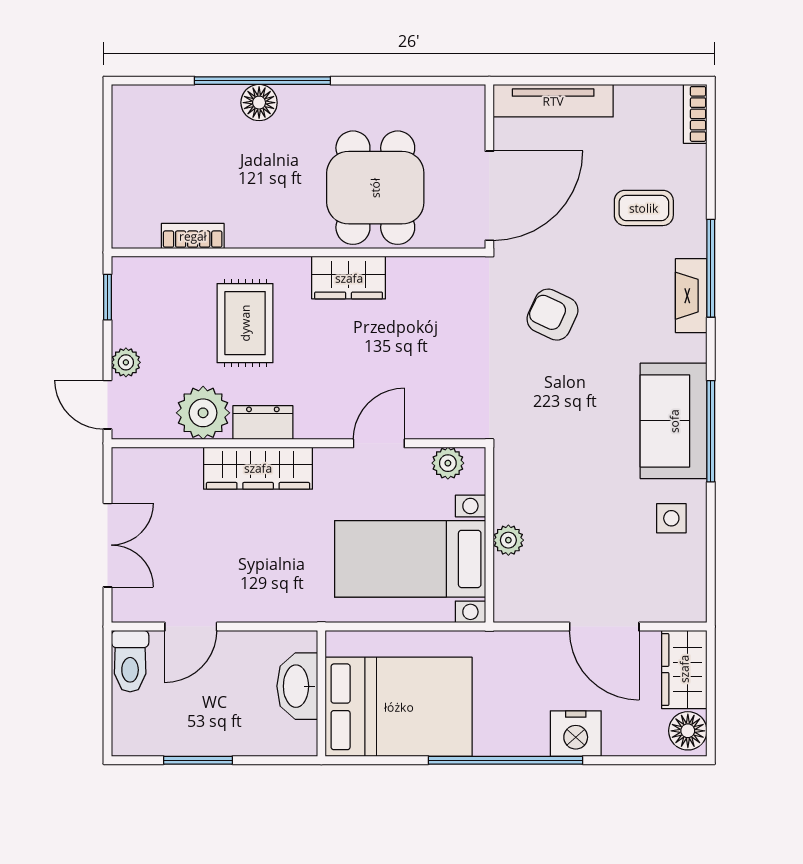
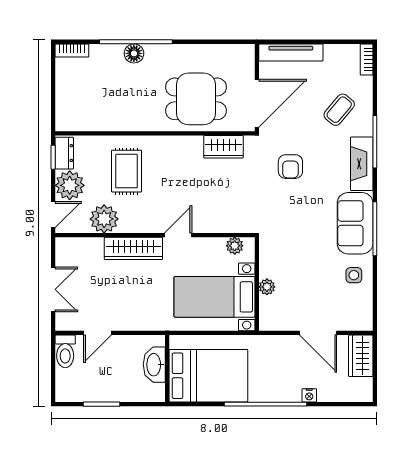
dining table: (375, 188) -> (196, 99), turned 90
coffee table: (644, 208) -> (339, 110), turned -50
bookcase: (193, 236) -> (72, 51), moved, turned 180
wardrobe: (349, 278) -> (223, 147), moved
fireplace: (691, 296) -> (362, 164), width x1.37, depth x1.32
armchair: (552, 315) -> (290, 167), turned -115
plant: (126, 362) -> (70, 185), width x1.88, depth x1.88
door: (108, 405) -> (53, 215), swing flipped
dresser: (263, 423) -> (64, 153), moved, turned 90
door: (379, 443) -> (178, 235), moved
floor lamp: (688, 731) -> (363, 388), removed
nightstand: (576, 734) -> (309, 395), width x0.53, depth x0.56

